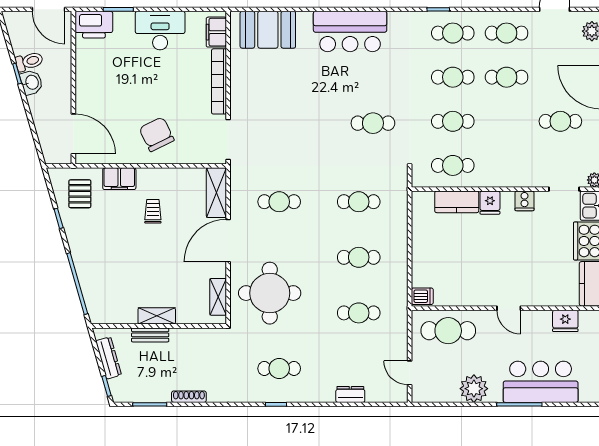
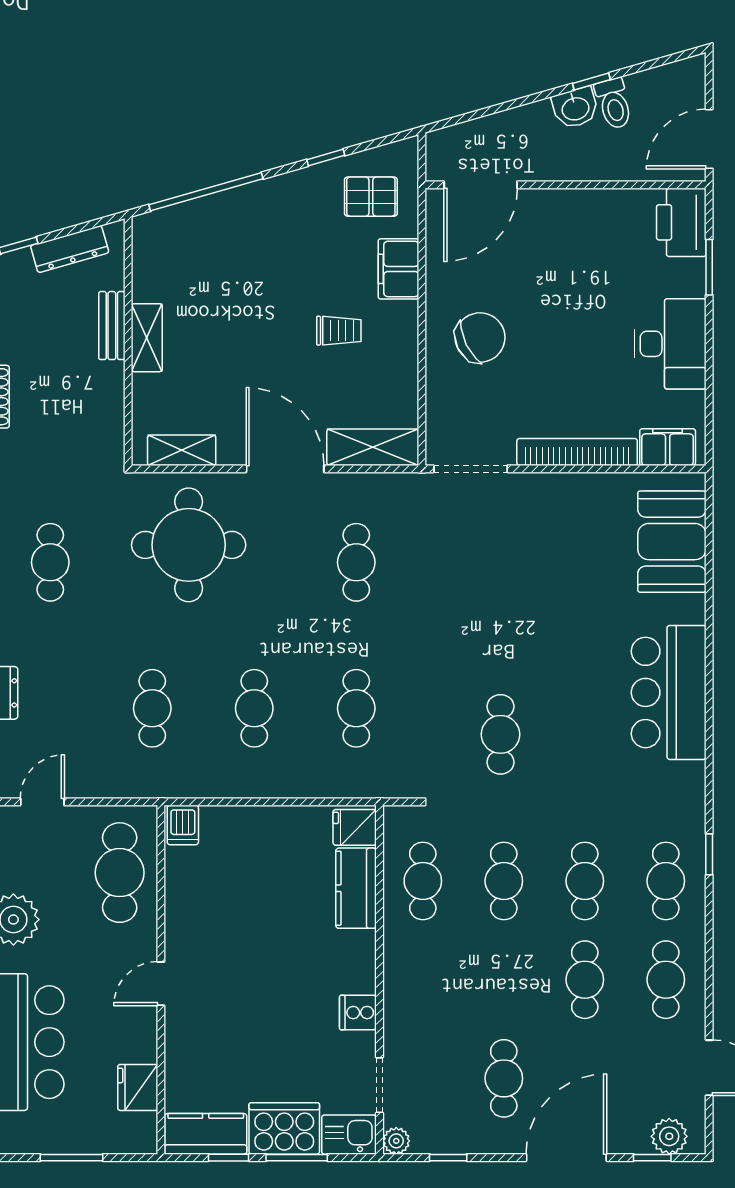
fridge: (490, 203) -> (355, 827), moved

